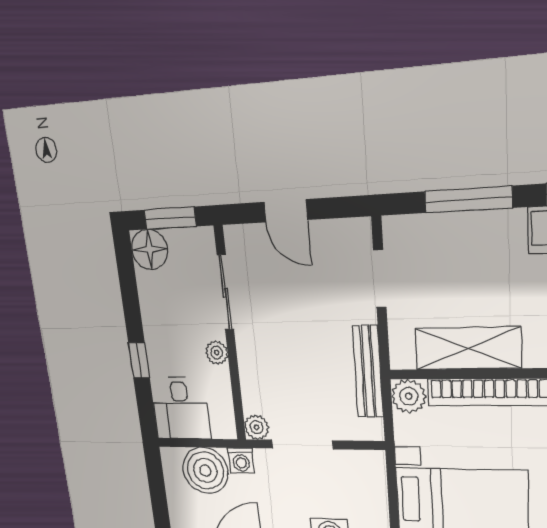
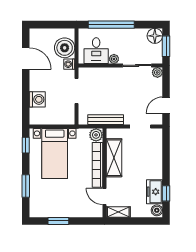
window: (468, 200) -> (166, 159), removed
door: (286, 211) -> (166, 105), moved
window: (139, 360) -> (111, 25), width x3.17
desk: (181, 408) -> (96, 51), moved, turned -90
plant: (257, 427) -> (157, 72), moved

